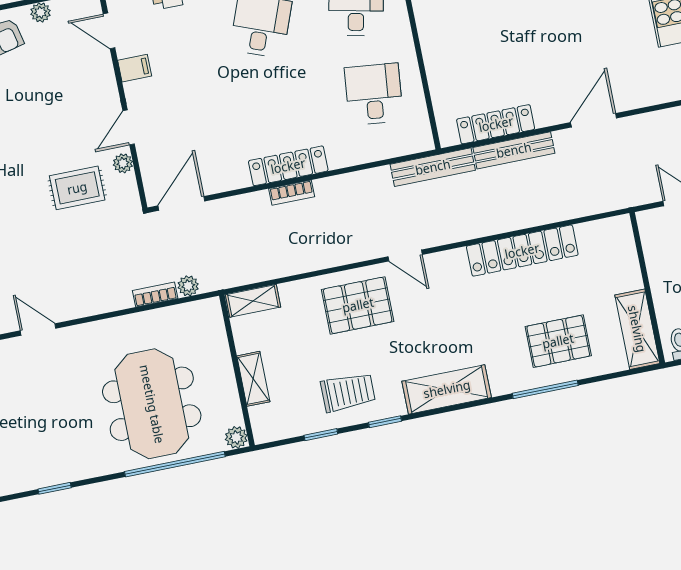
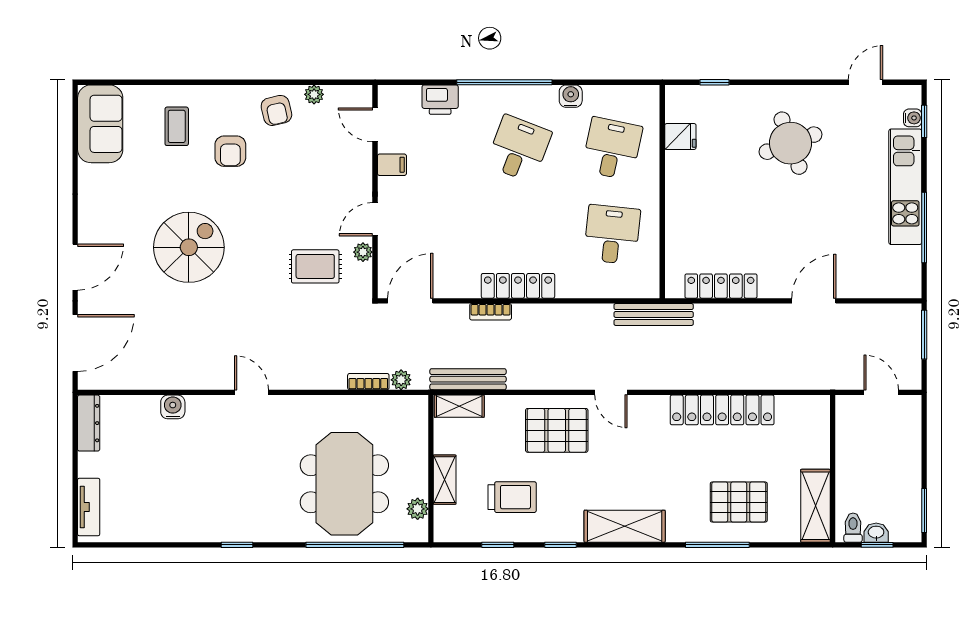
bench: (514, 150) -> (468, 379), moved
bookcase: (292, 193) -> (491, 312), moved
trolley: (348, 392) -> (512, 497), moved
plant: (236, 437) -> (418, 509), moved

